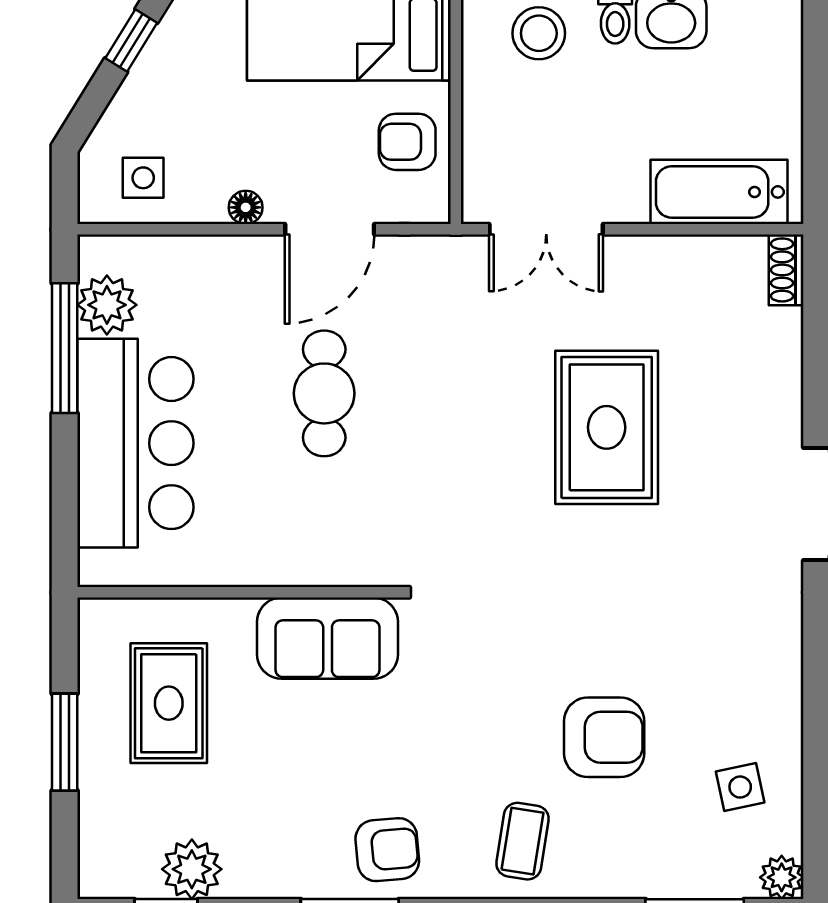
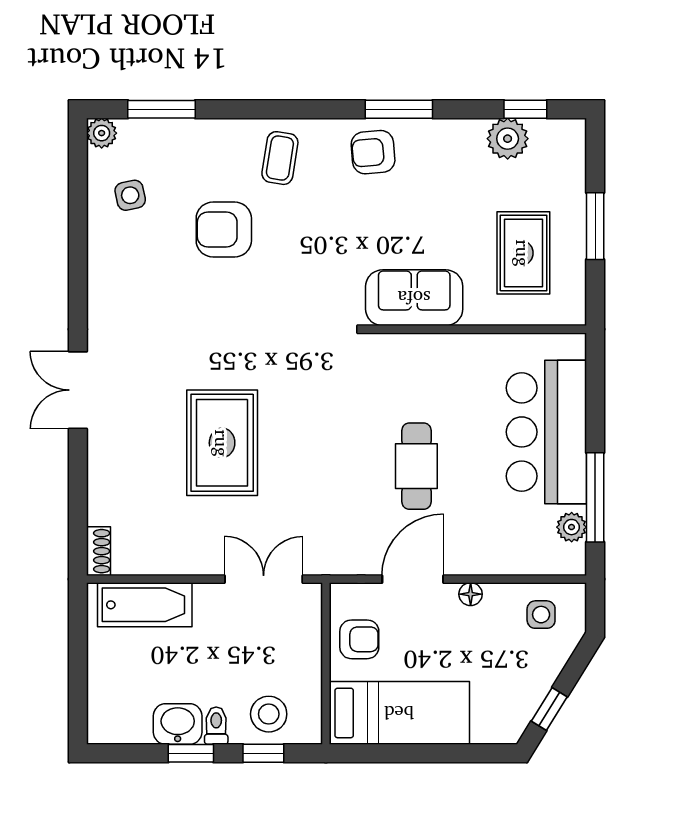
plant: (107, 305) -> (572, 527), width x0.73, depth x0.73

